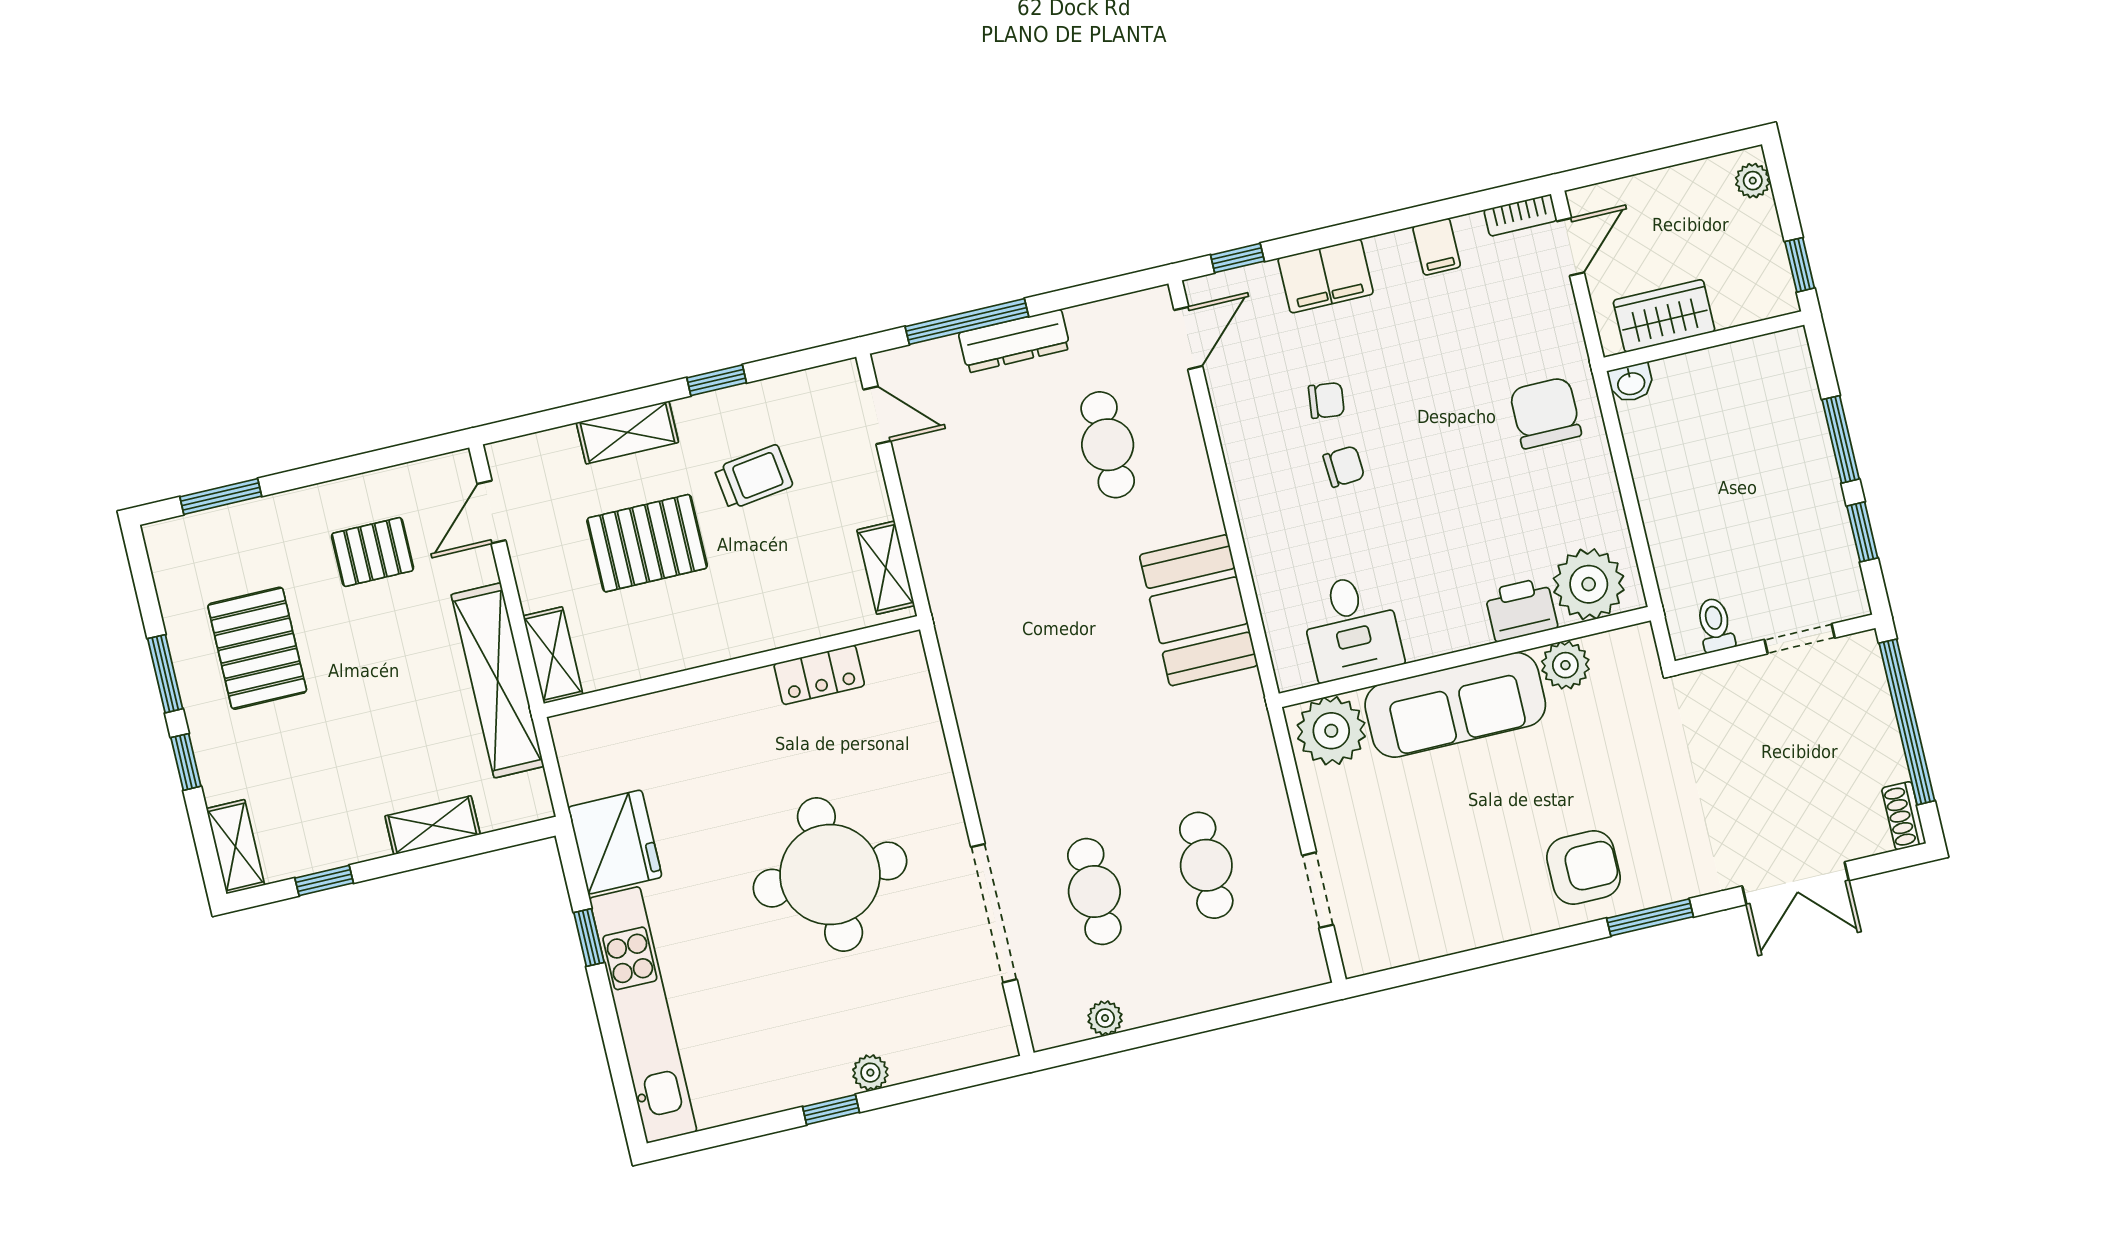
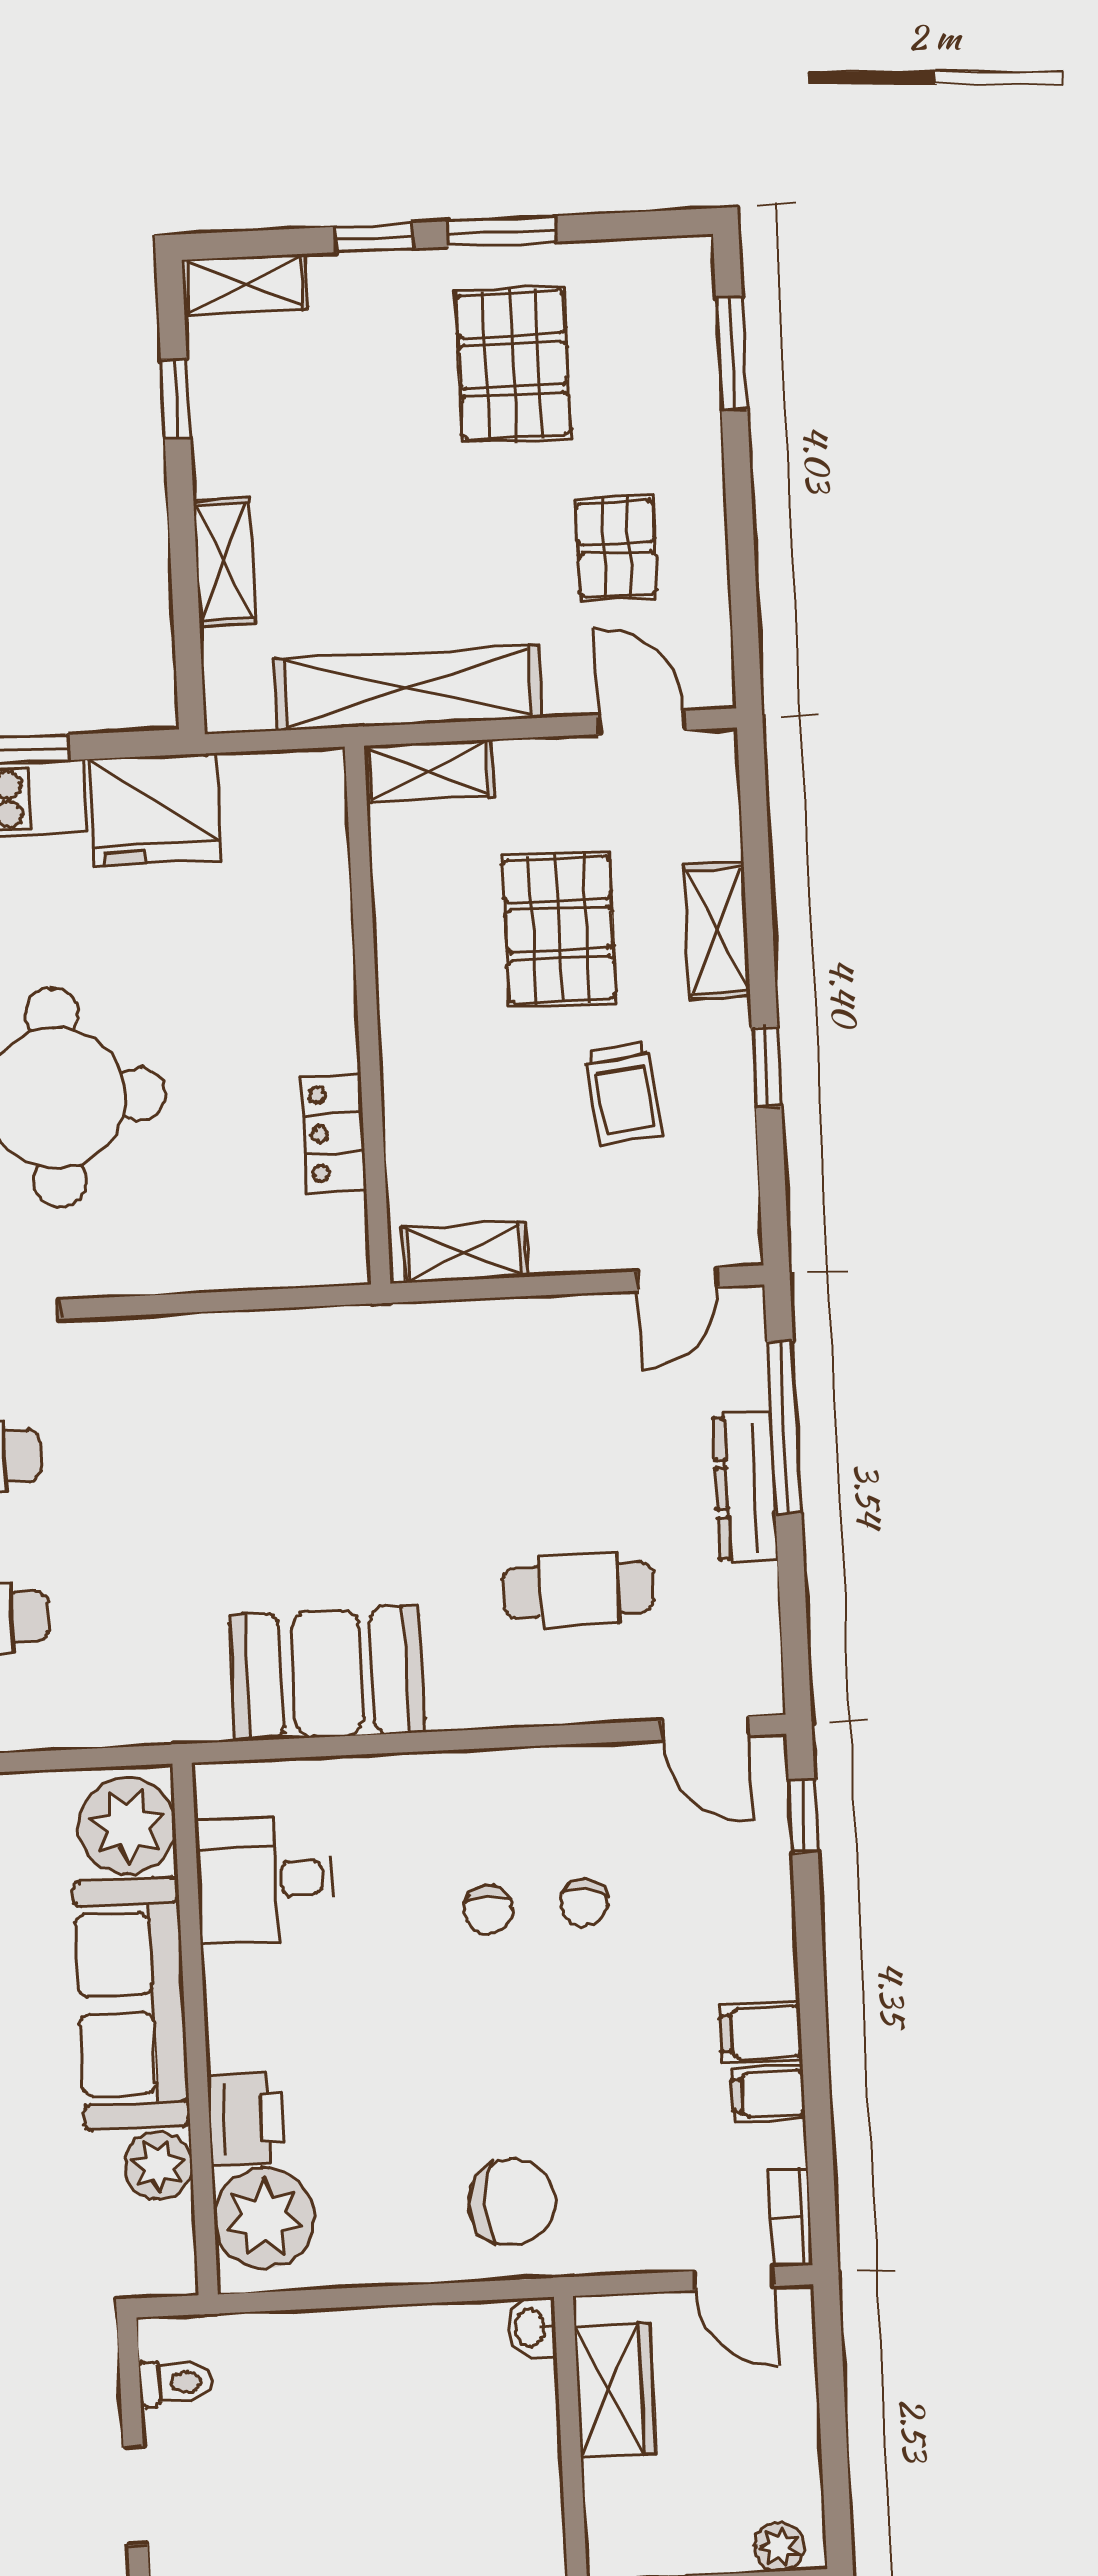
filing cabinet: (1326, 276) -> (761, 2032), moved, width x0.50
pallet: (257, 648) -> (513, 365), turned 90

